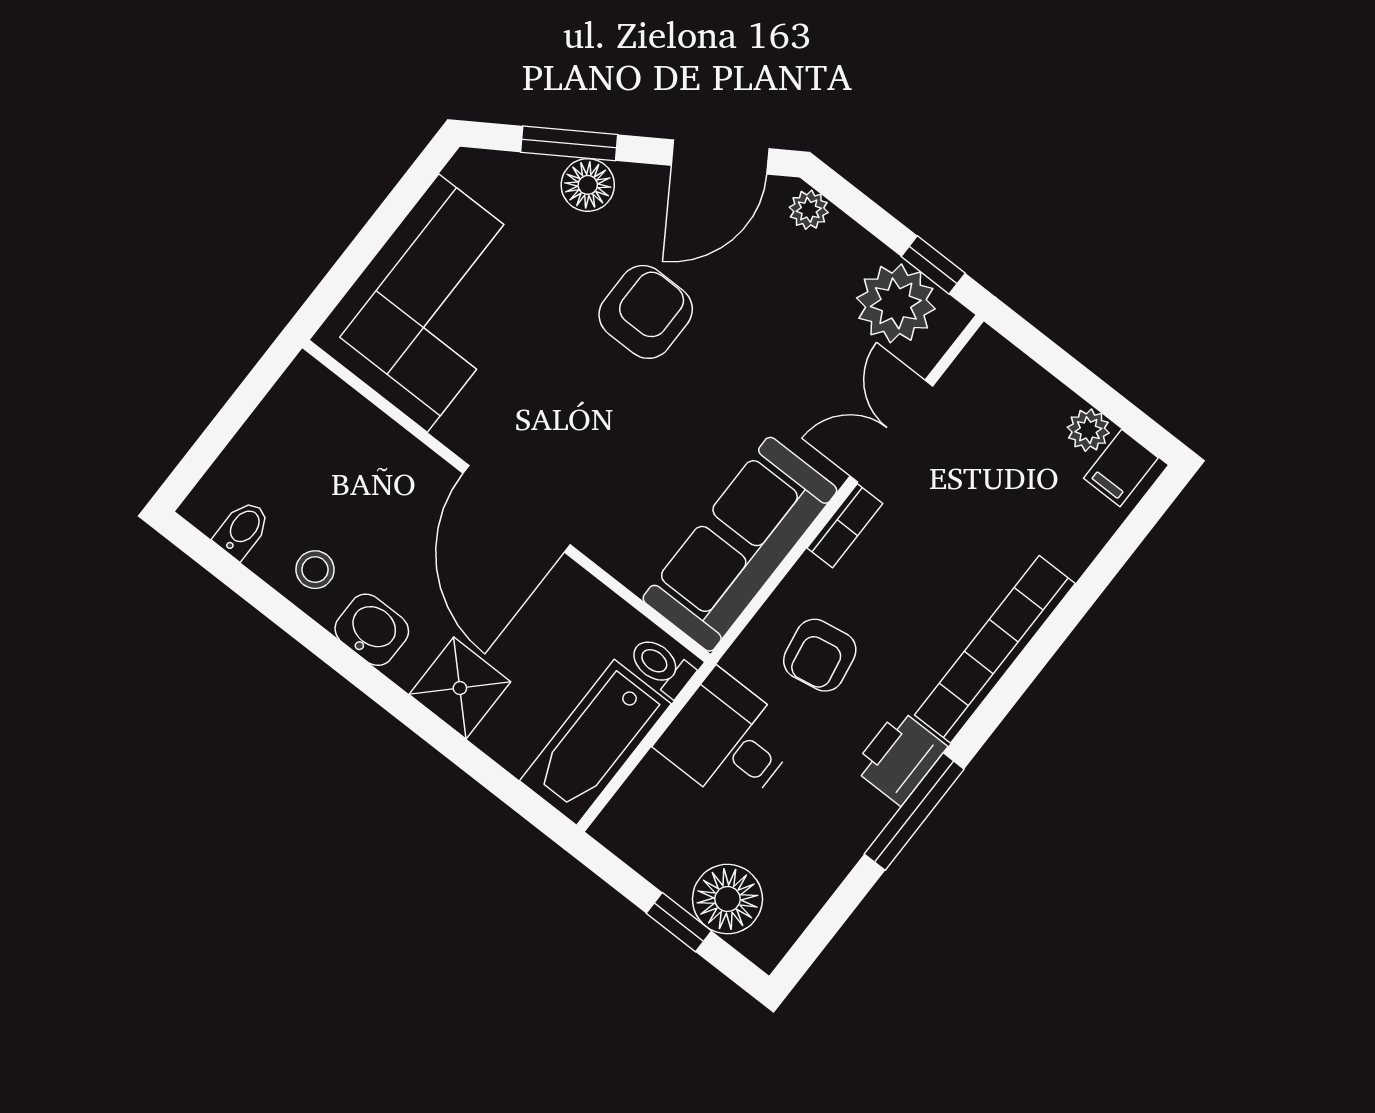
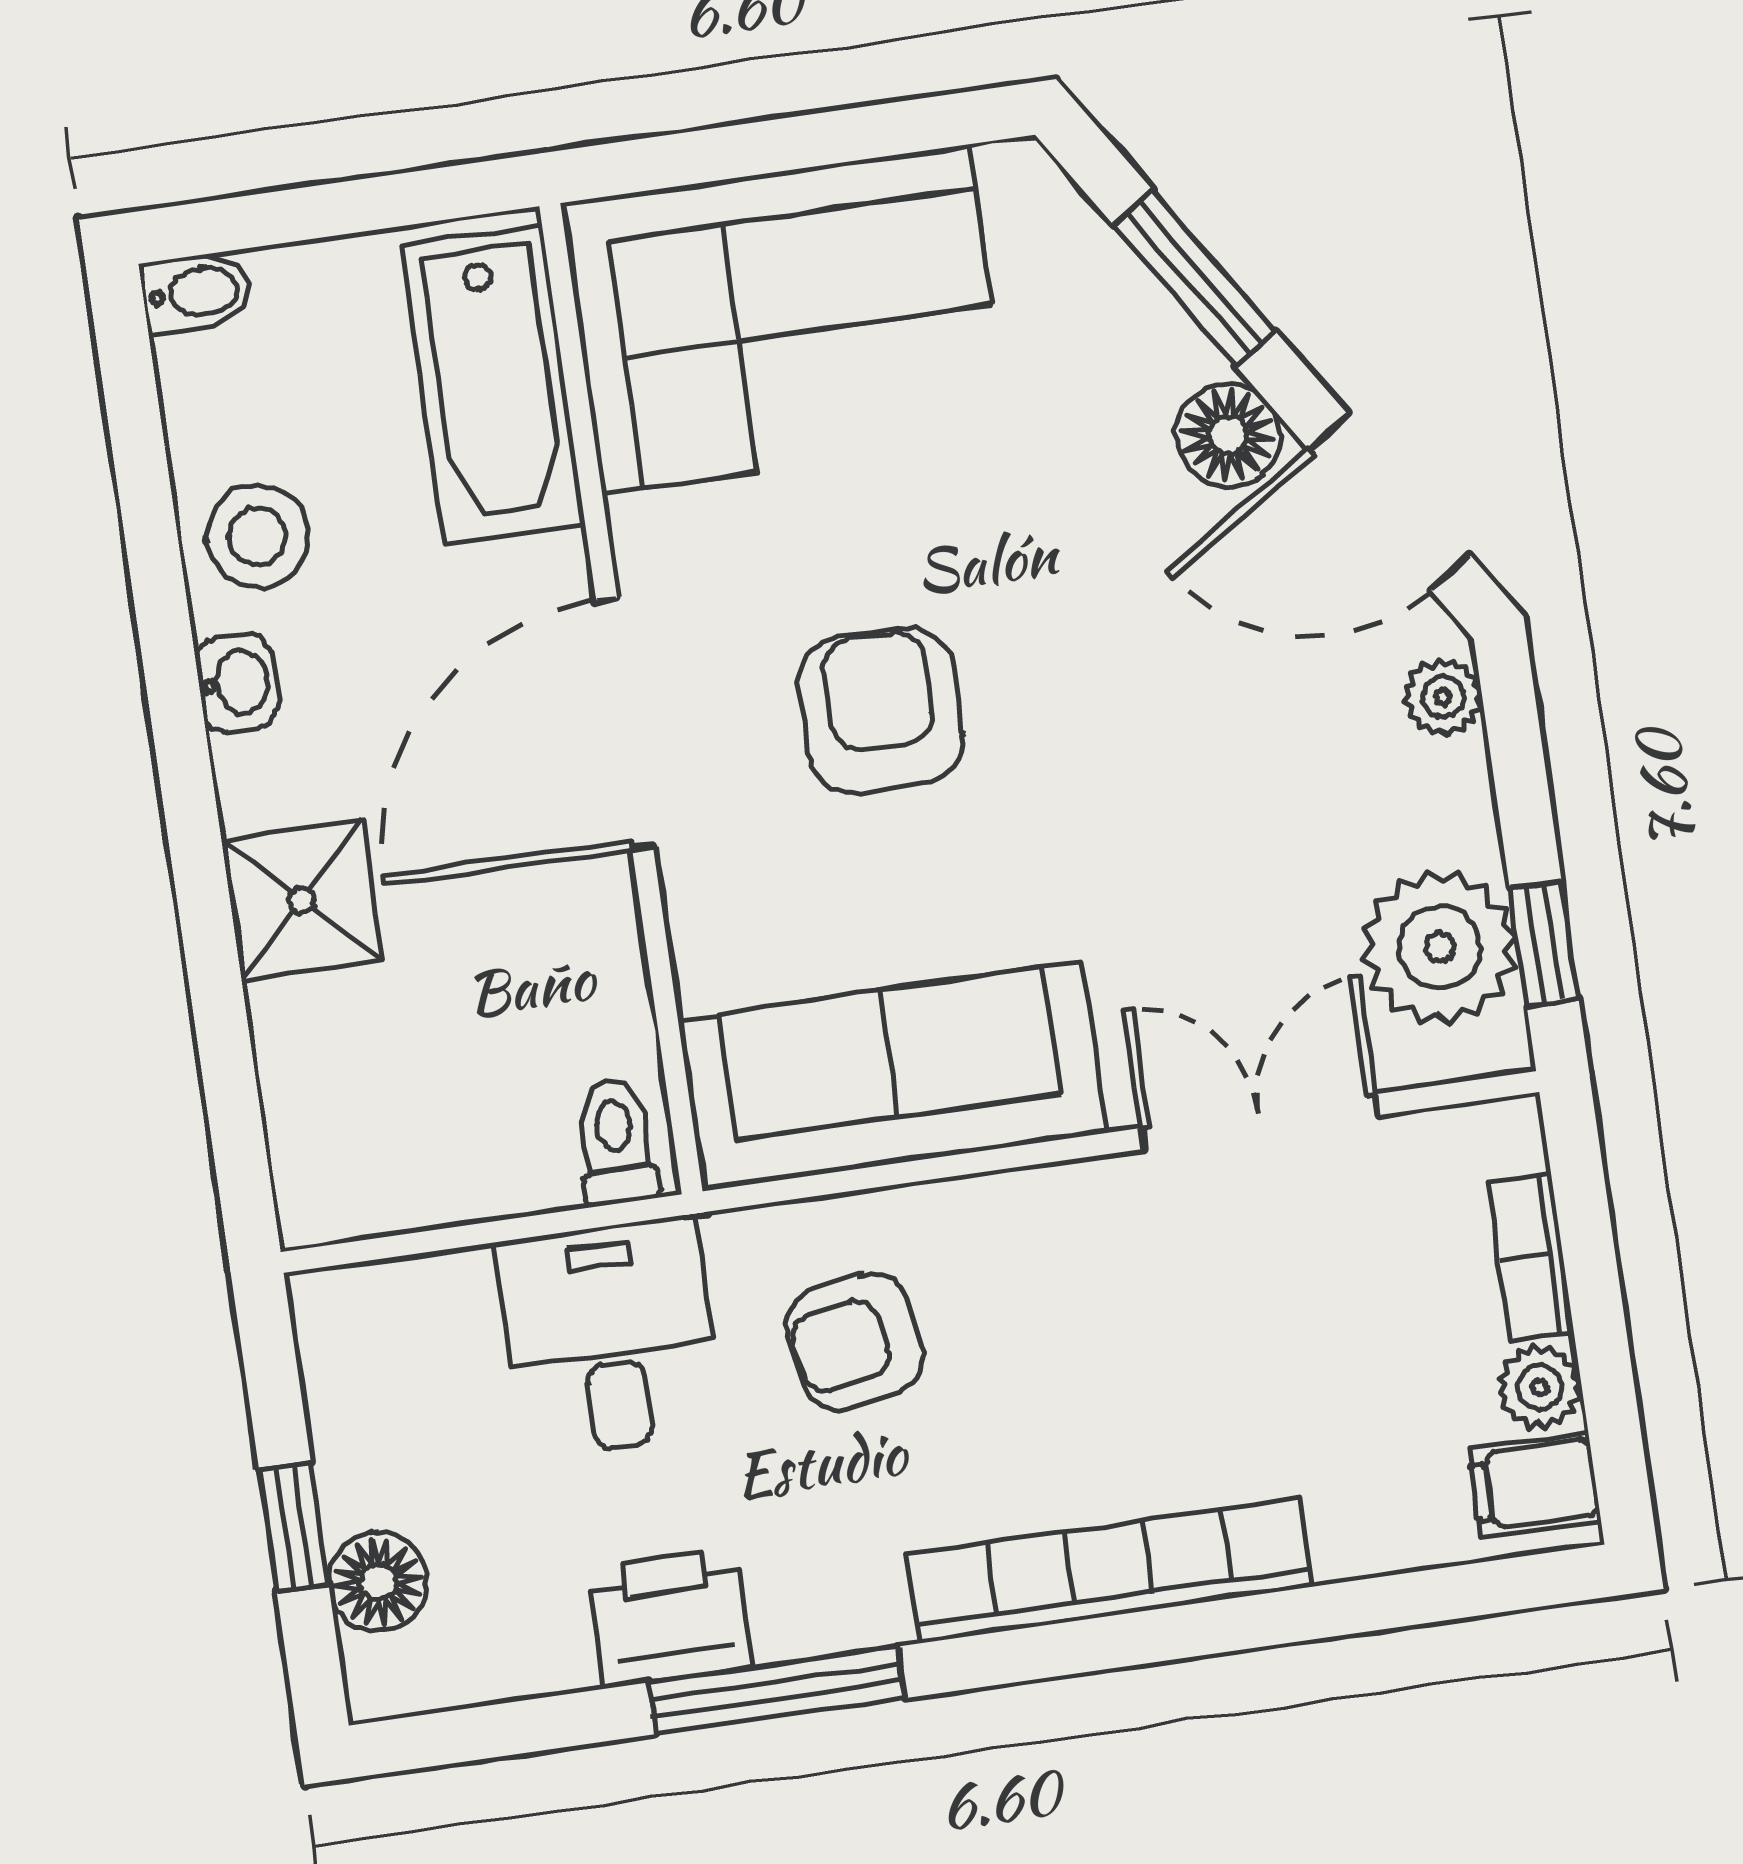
floor lamp: (588, 185) -> (1228, 435), moved
armchair: (646, 312) -> (881, 710), moved, turned -90
bookcase: (845, 526) -> (1531, 1257), moved, turned 90
bidet: (242, 529) -> (196, 292), moved
stool: (315, 570) -> (257, 536), width x1.37, depth x1.37
washbasin: (372, 630) -> (237, 683), width x0.72, depth x0.69
bathtub: (595, 742) -> (493, 385), moved, turned -90
printer: (900, 757) -> (670, 1617), moved
floor lamp: (727, 899) -> (378, 1582), width x0.73, depth x0.73

